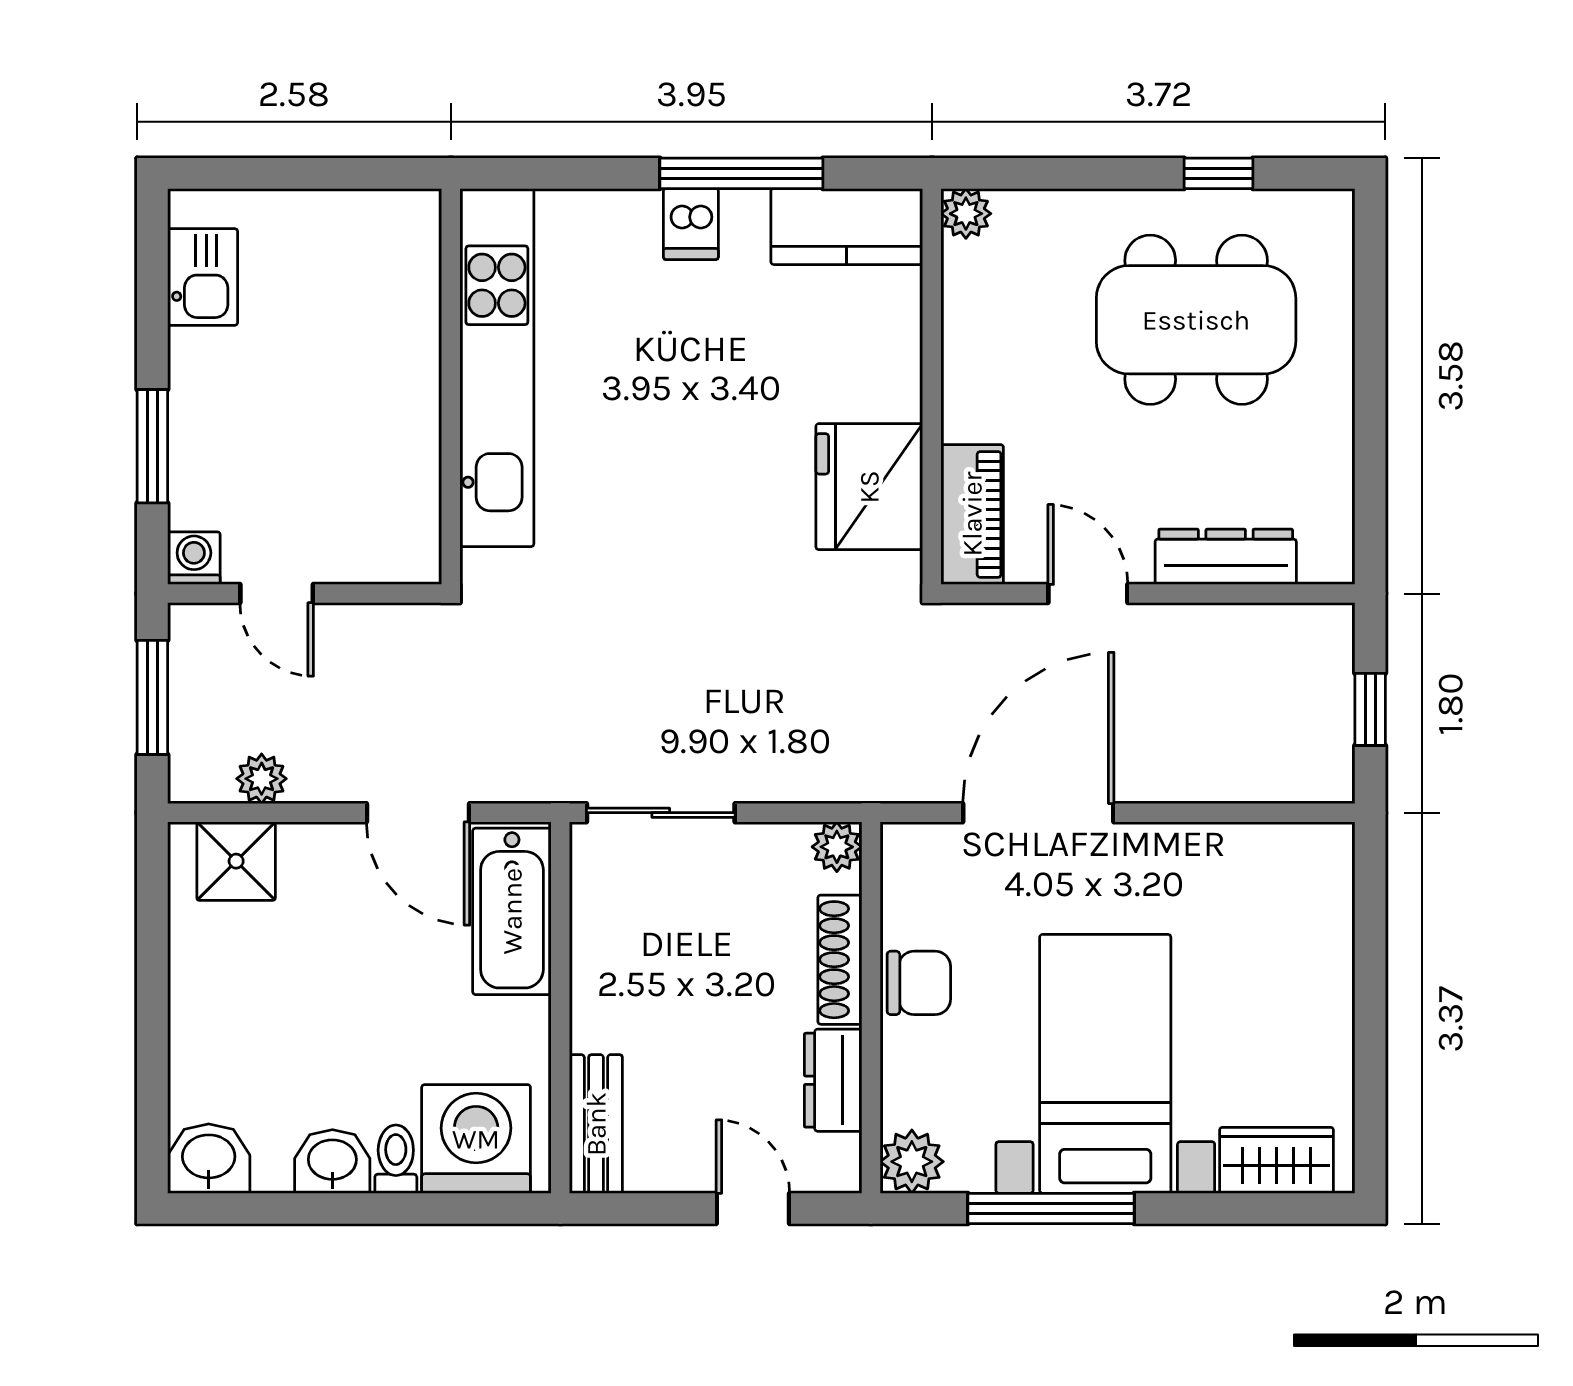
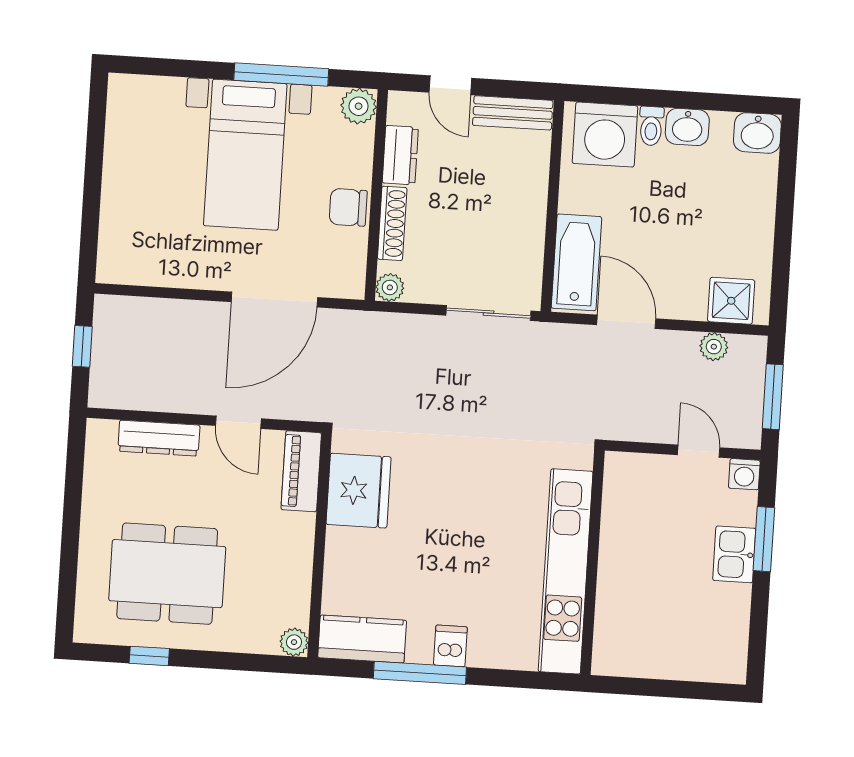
kitchen sink: (203, 277) -> (734, 554), moved
bench: (596, 1124) -> (513, 113), moved, turned 90
wardrobe: (1276, 1160) -> (152, 94), removed

